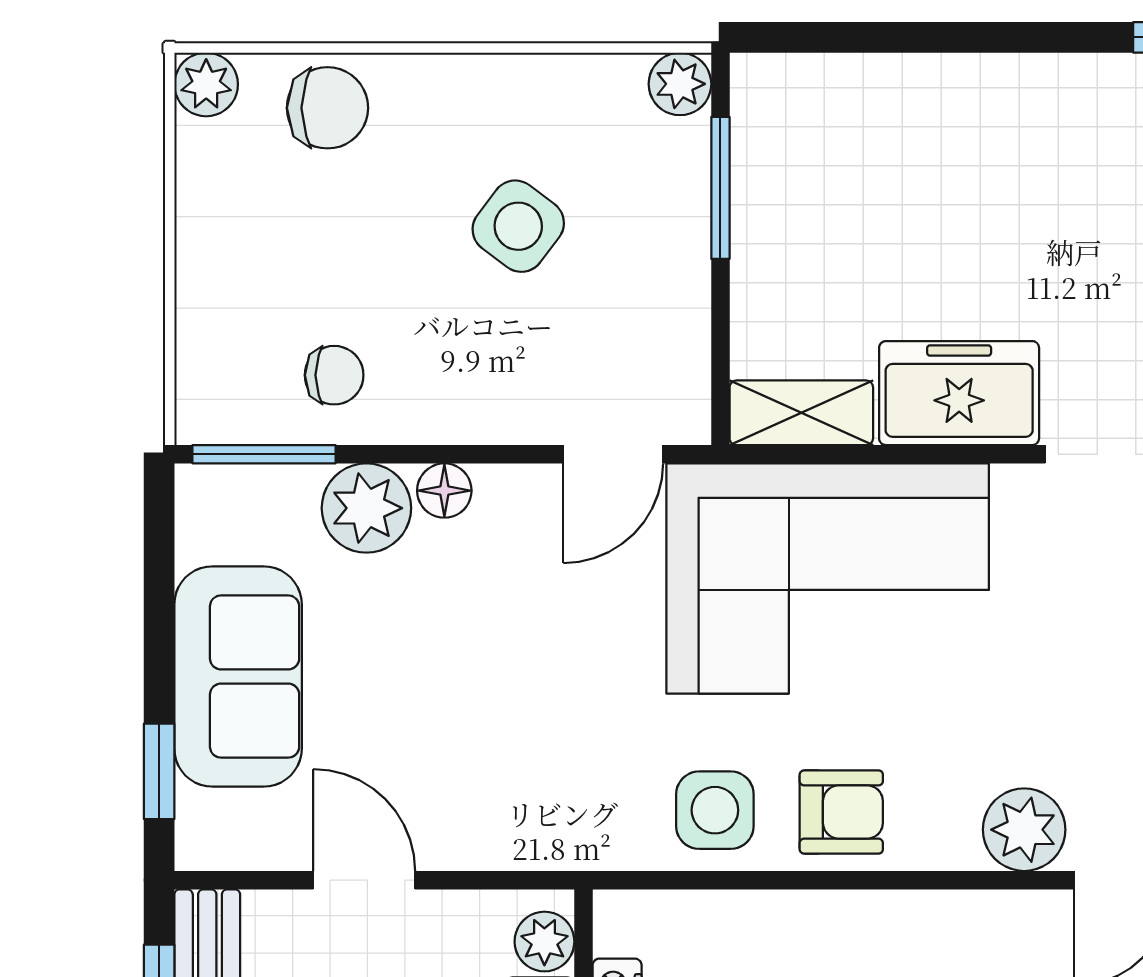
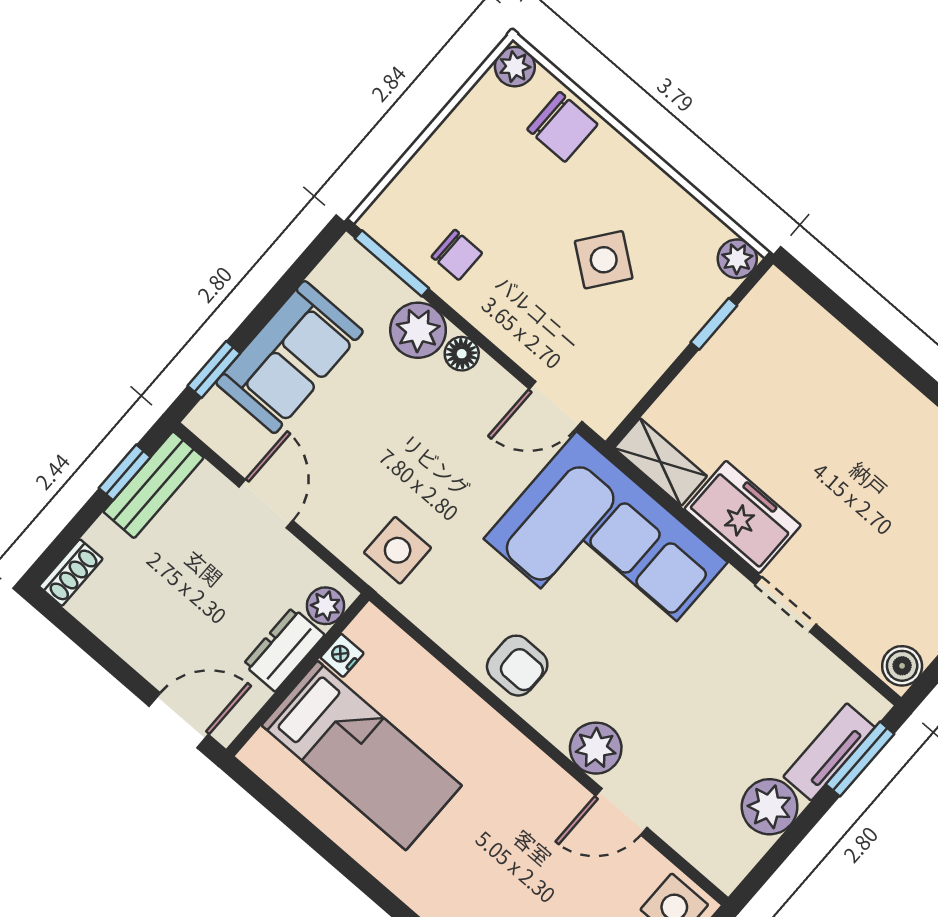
window: (720, 188) -> (714, 324), width x0.67
side table: (715, 810) -> (398, 550), moved

